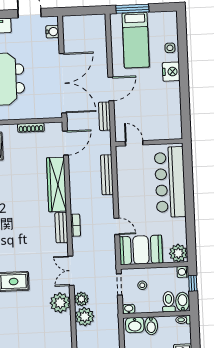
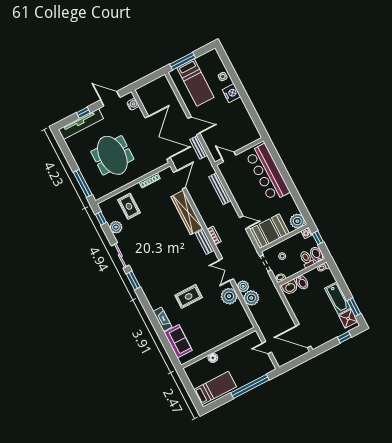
door: (111, 89) -> (194, 126), hinge flipped

